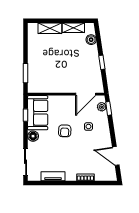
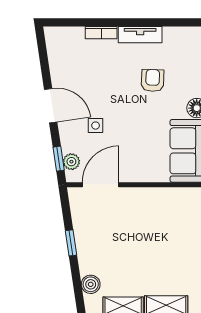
armchair: (65, 131) -> (153, 81), moved
door: (116, 156) -> (51, 106), moved
tv unit: (53, 176) -> (140, 35), moved

